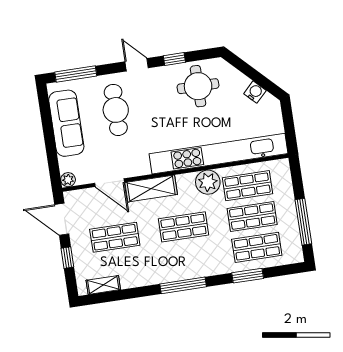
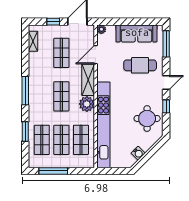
plant: (208, 182) -> (87, 104), moved

